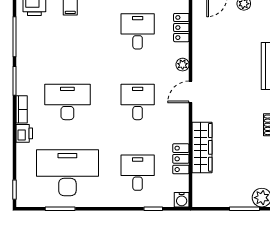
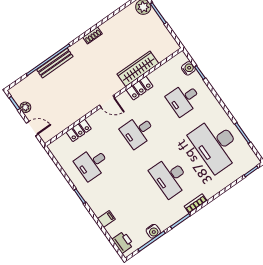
locker: (181, 28) -> (79, 130), moved
water cooler: (24, 46) -> (153, 231), added
plant: (183, 65) -> (93, 119), removed
printer: (24, 133) -> (210, 191), removed
locker: (181, 159) -> (140, 88), moved
water cooler: (182, 200) -> (188, 68), moved

